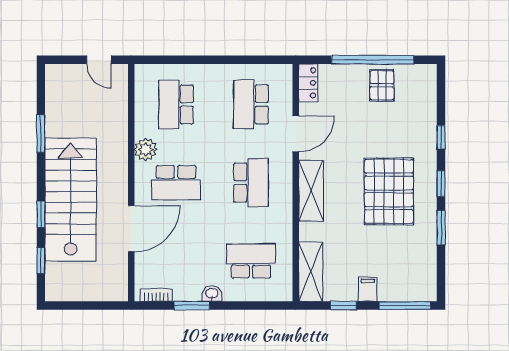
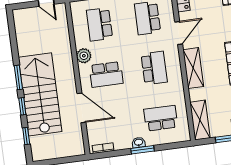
window: (41, 134) -> (18, 77), moved
door: (131, 229) -> (81, 108), hinge flipped
window: (192, 306) -> (142, 150), moved

